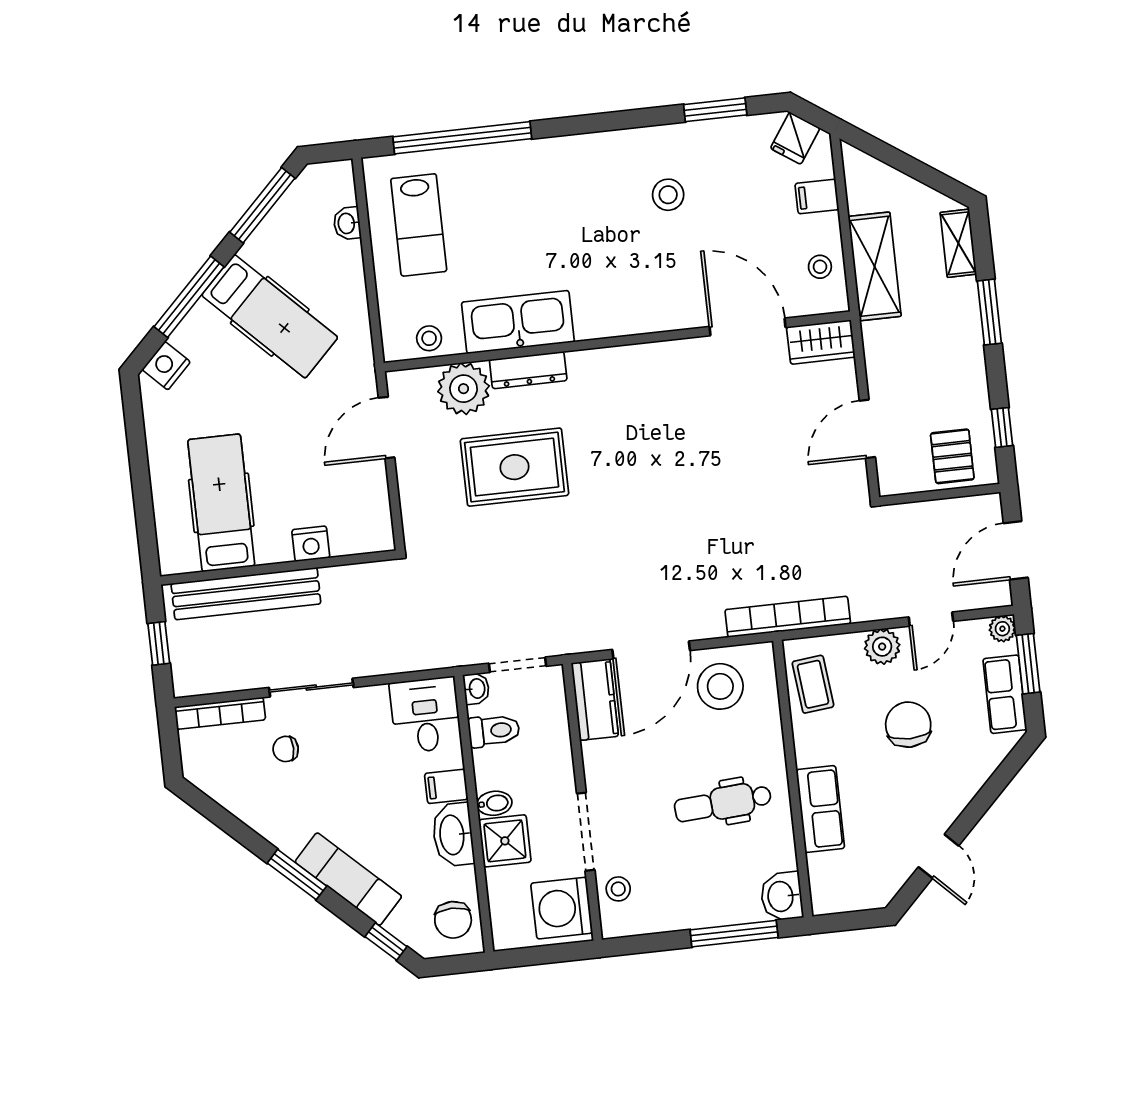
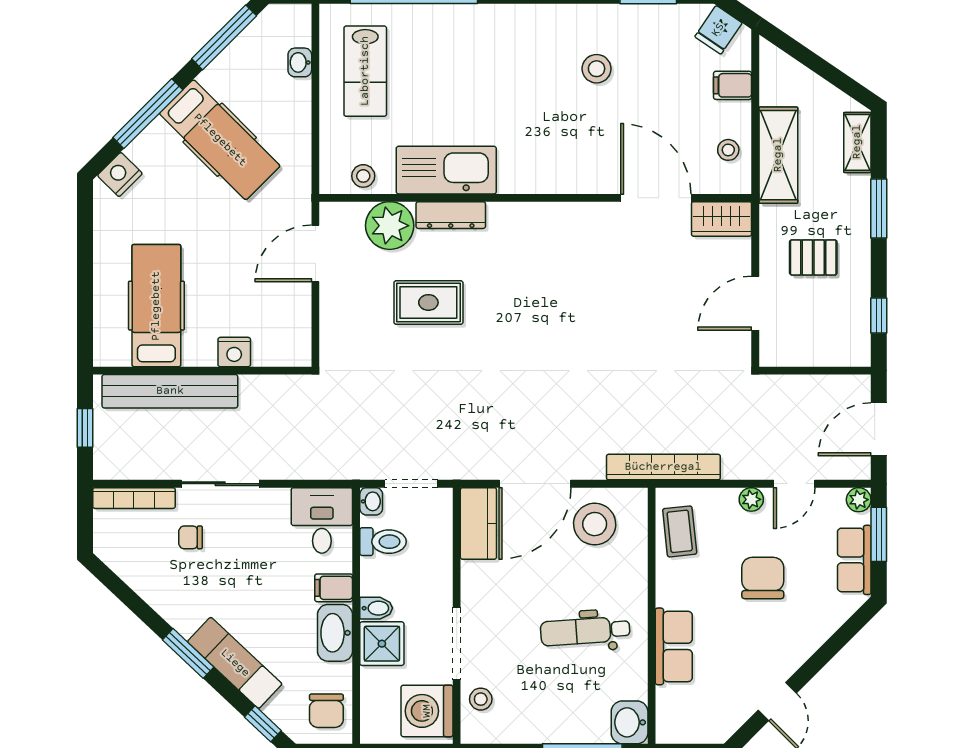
pallet: (952, 456) -> (813, 257), moved, turned 90
rug: (514, 467) -> (428, 302), width x0.73, depth x0.70
plant: (882, 647) -> (751, 499), width x0.73, depth x0.73

